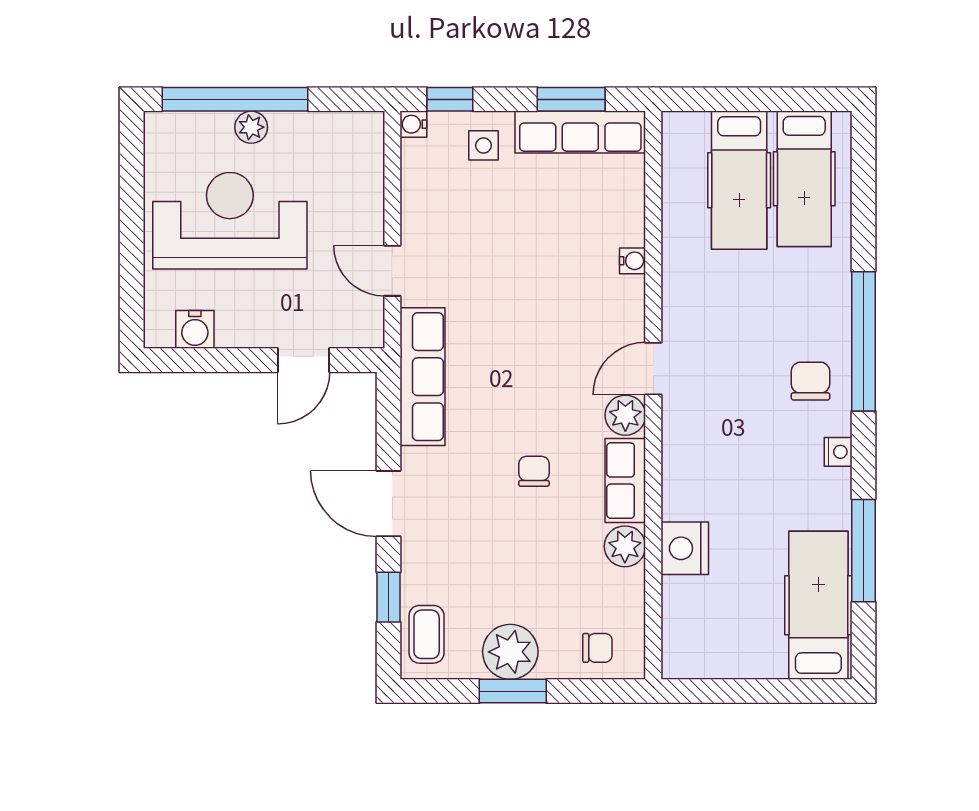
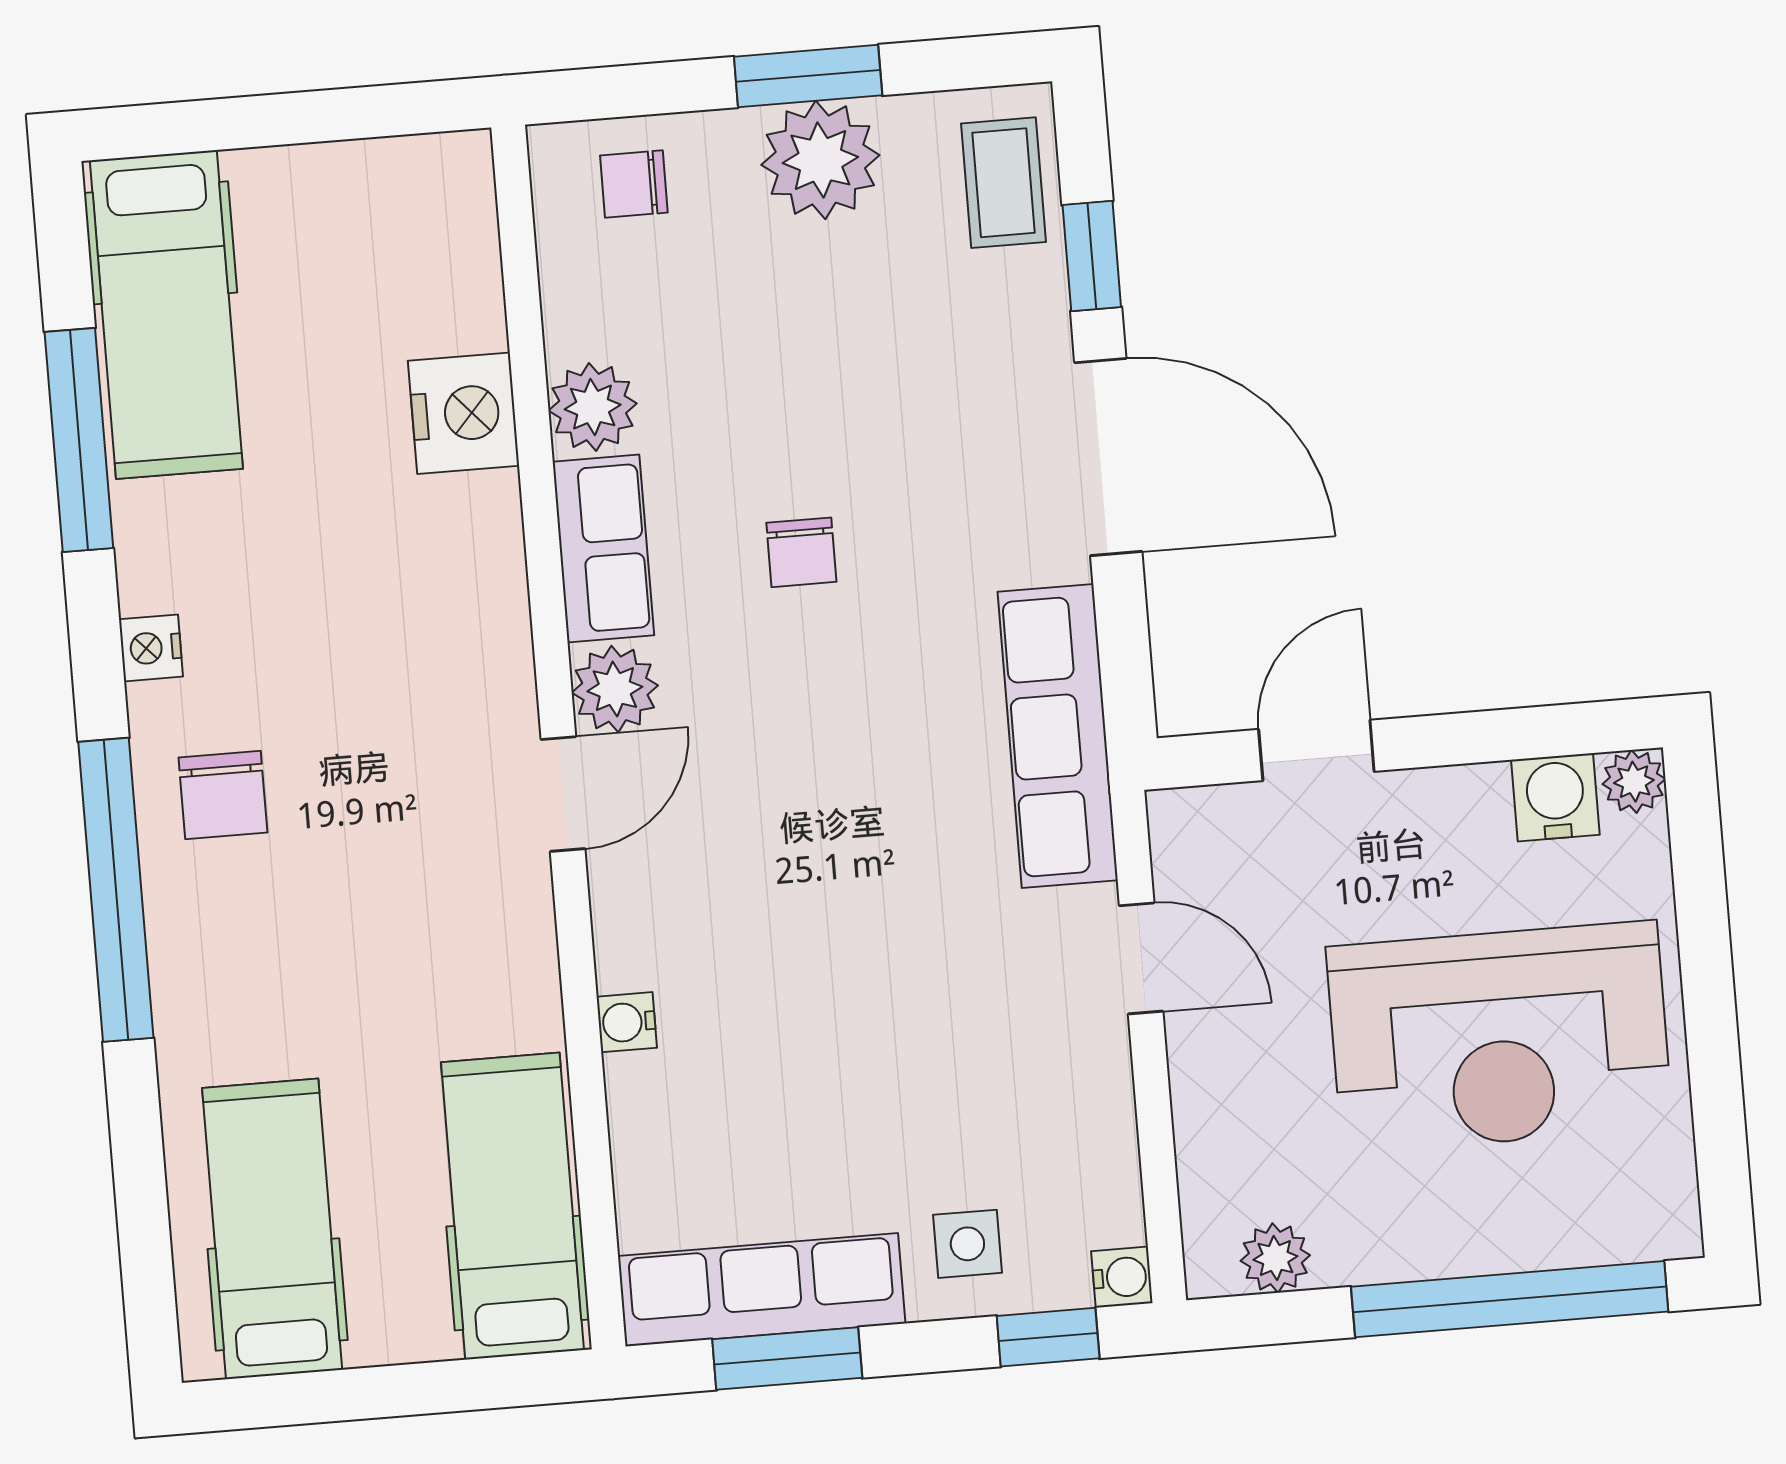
plant: (251, 127) -> (1275, 1258), moved
hospital bed: (739, 180) -> (512, 1206), moved
plant: (158, 334) -> (1634, 782), added
door: (389, 504) -> (1108, 457), width x1.36

